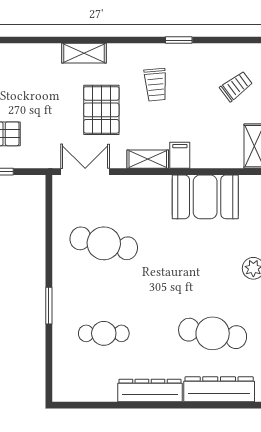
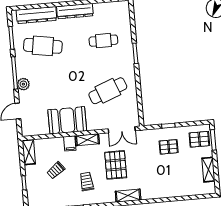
trolley: (236, 86) -> (56, 170), moved
booth: (205, 197) -> (67, 120), moved
cafe table: (104, 243) -> (108, 91), turned -33

